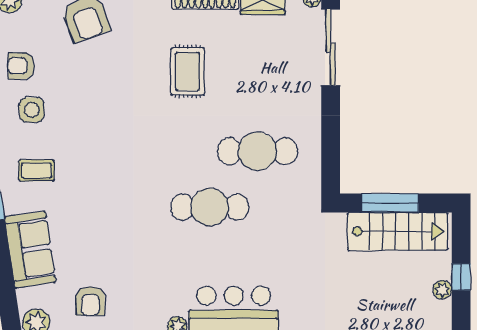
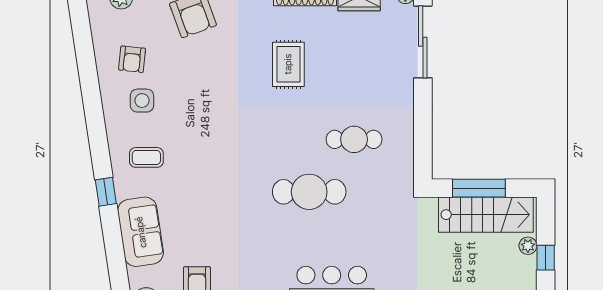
armchair: (21, 66) -> (132, 59), turned -84
cafe table: (257, 151) -> (354, 139), width x0.73, depth x0.74
plant: (442, 290) -> (528, 246), moved

